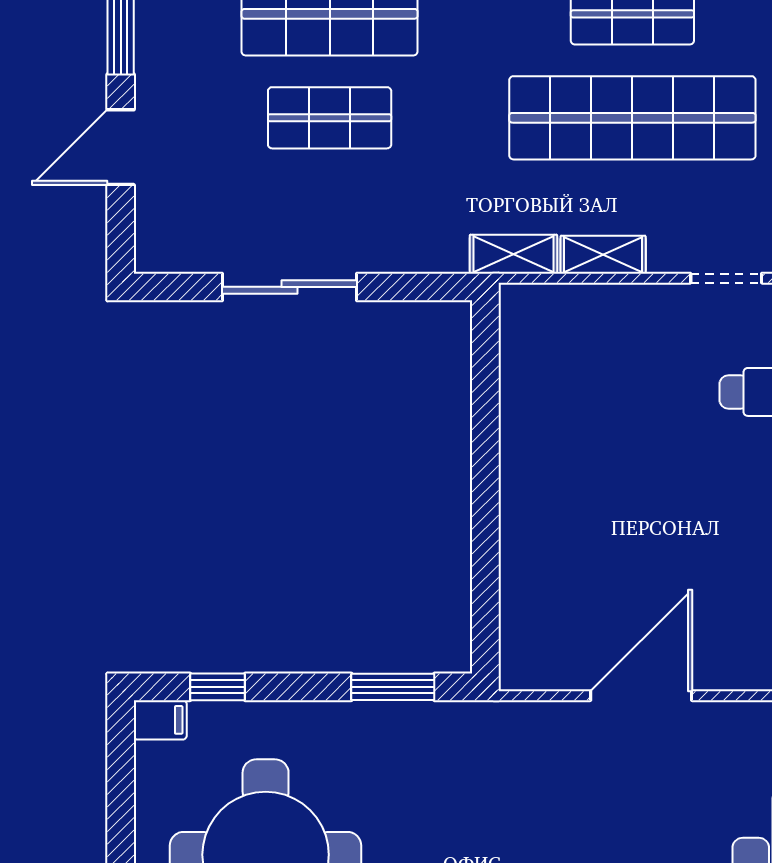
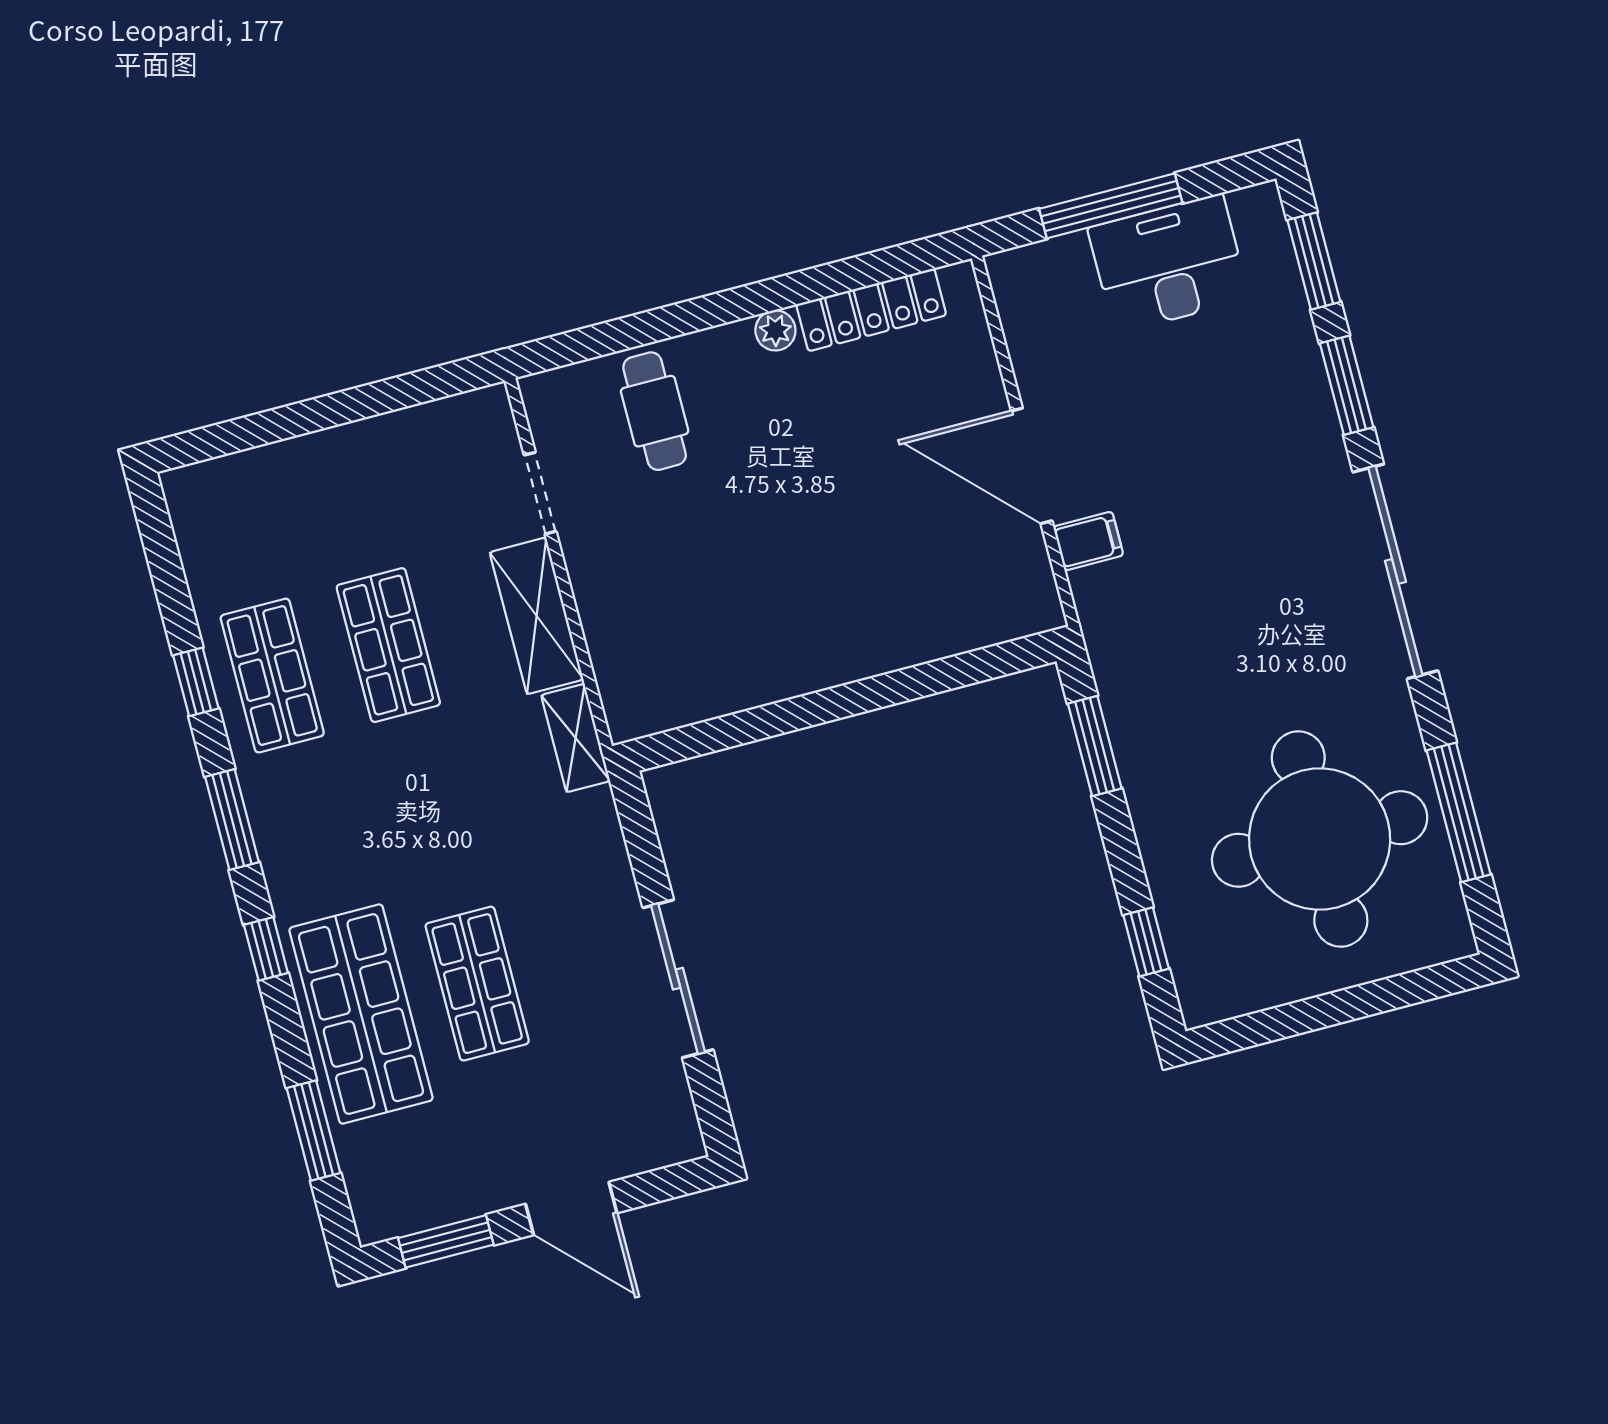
shop shelf: (632, 118) -> (388, 645), width x0.50, depth x0.74
shelving: (603, 255) -> (537, 616), width x1.50, depth x1.33
filing cabinet: (160, 720) -> (1088, 541), moved, turned 90

